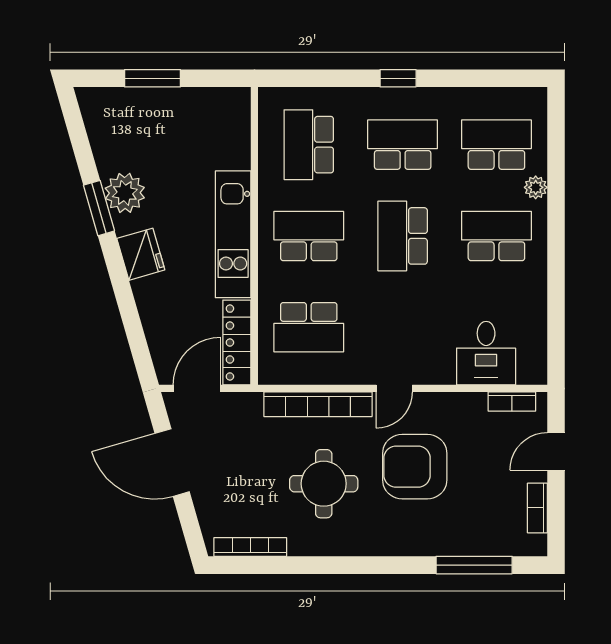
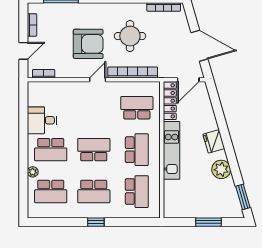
window: (99, 208) -> (243, 197), moved
school desk: (309, 236) -> (137, 150), turned -90
school desk: (403, 236) -> (94, 150), turned -90
desk: (486, 353) -> (42, 120), moved, turned -90

